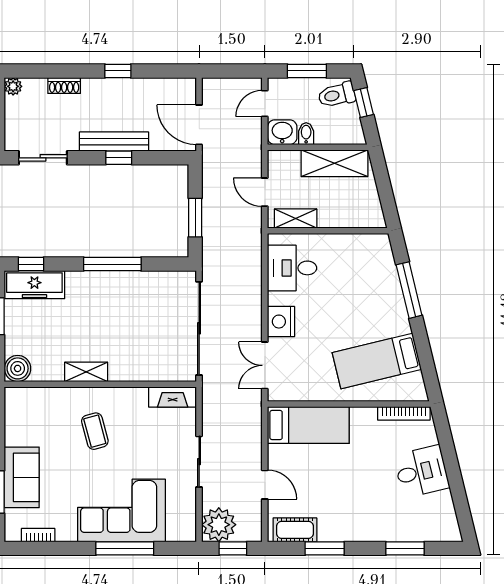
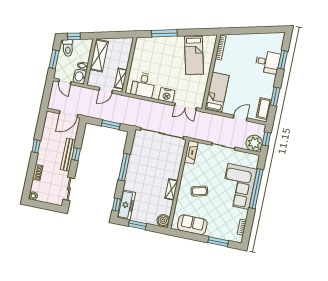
desk: (422, 472) -> (268, 62), moved, turned 104
sofa: (22, 477) -> (192, 225), moved
window: (125, 548) -> (256, 189), width x1.46

